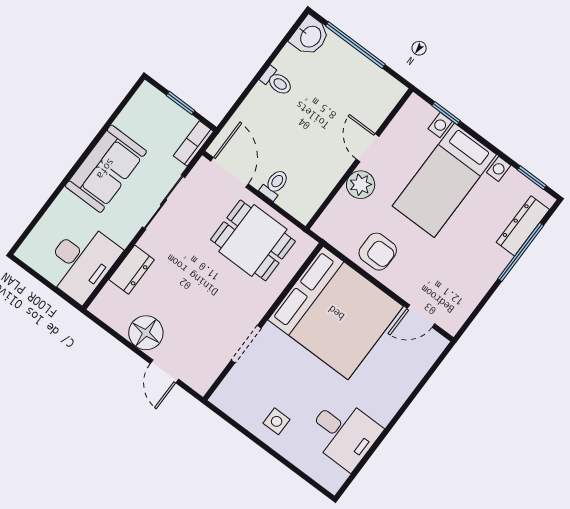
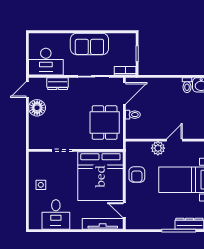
toilet: (277, 81) -> (187, 85), moved
tv unit: (416, 368) -> (103, 224), added
door: (164, 371) -> (27, 89), moved

